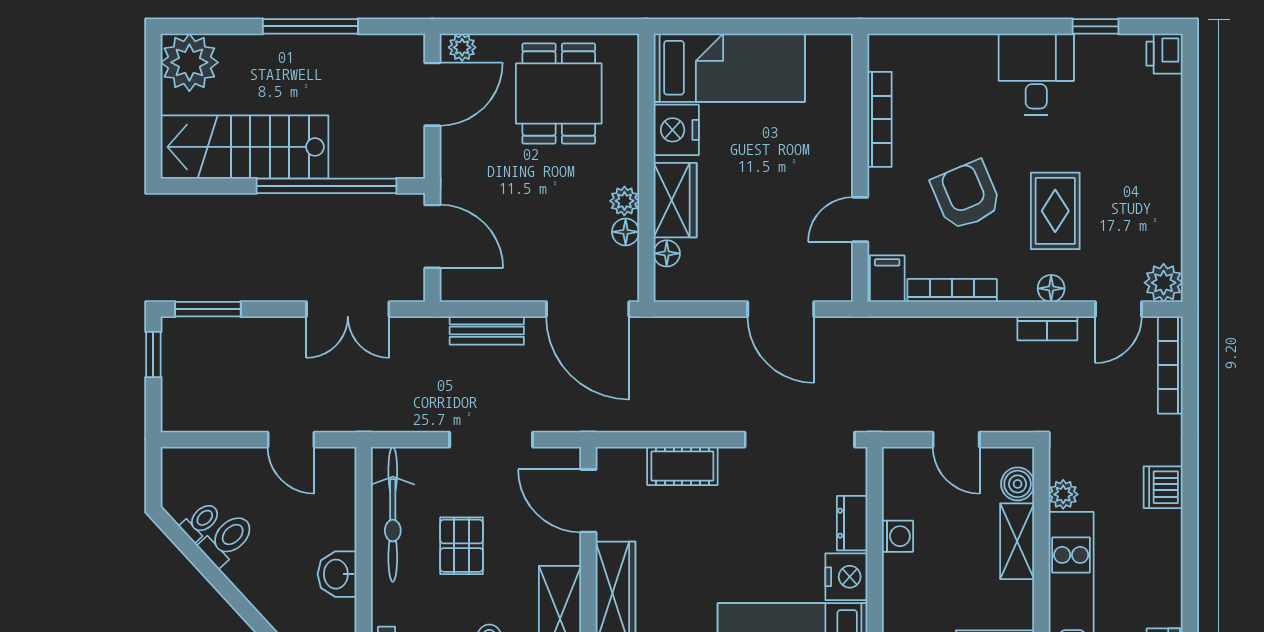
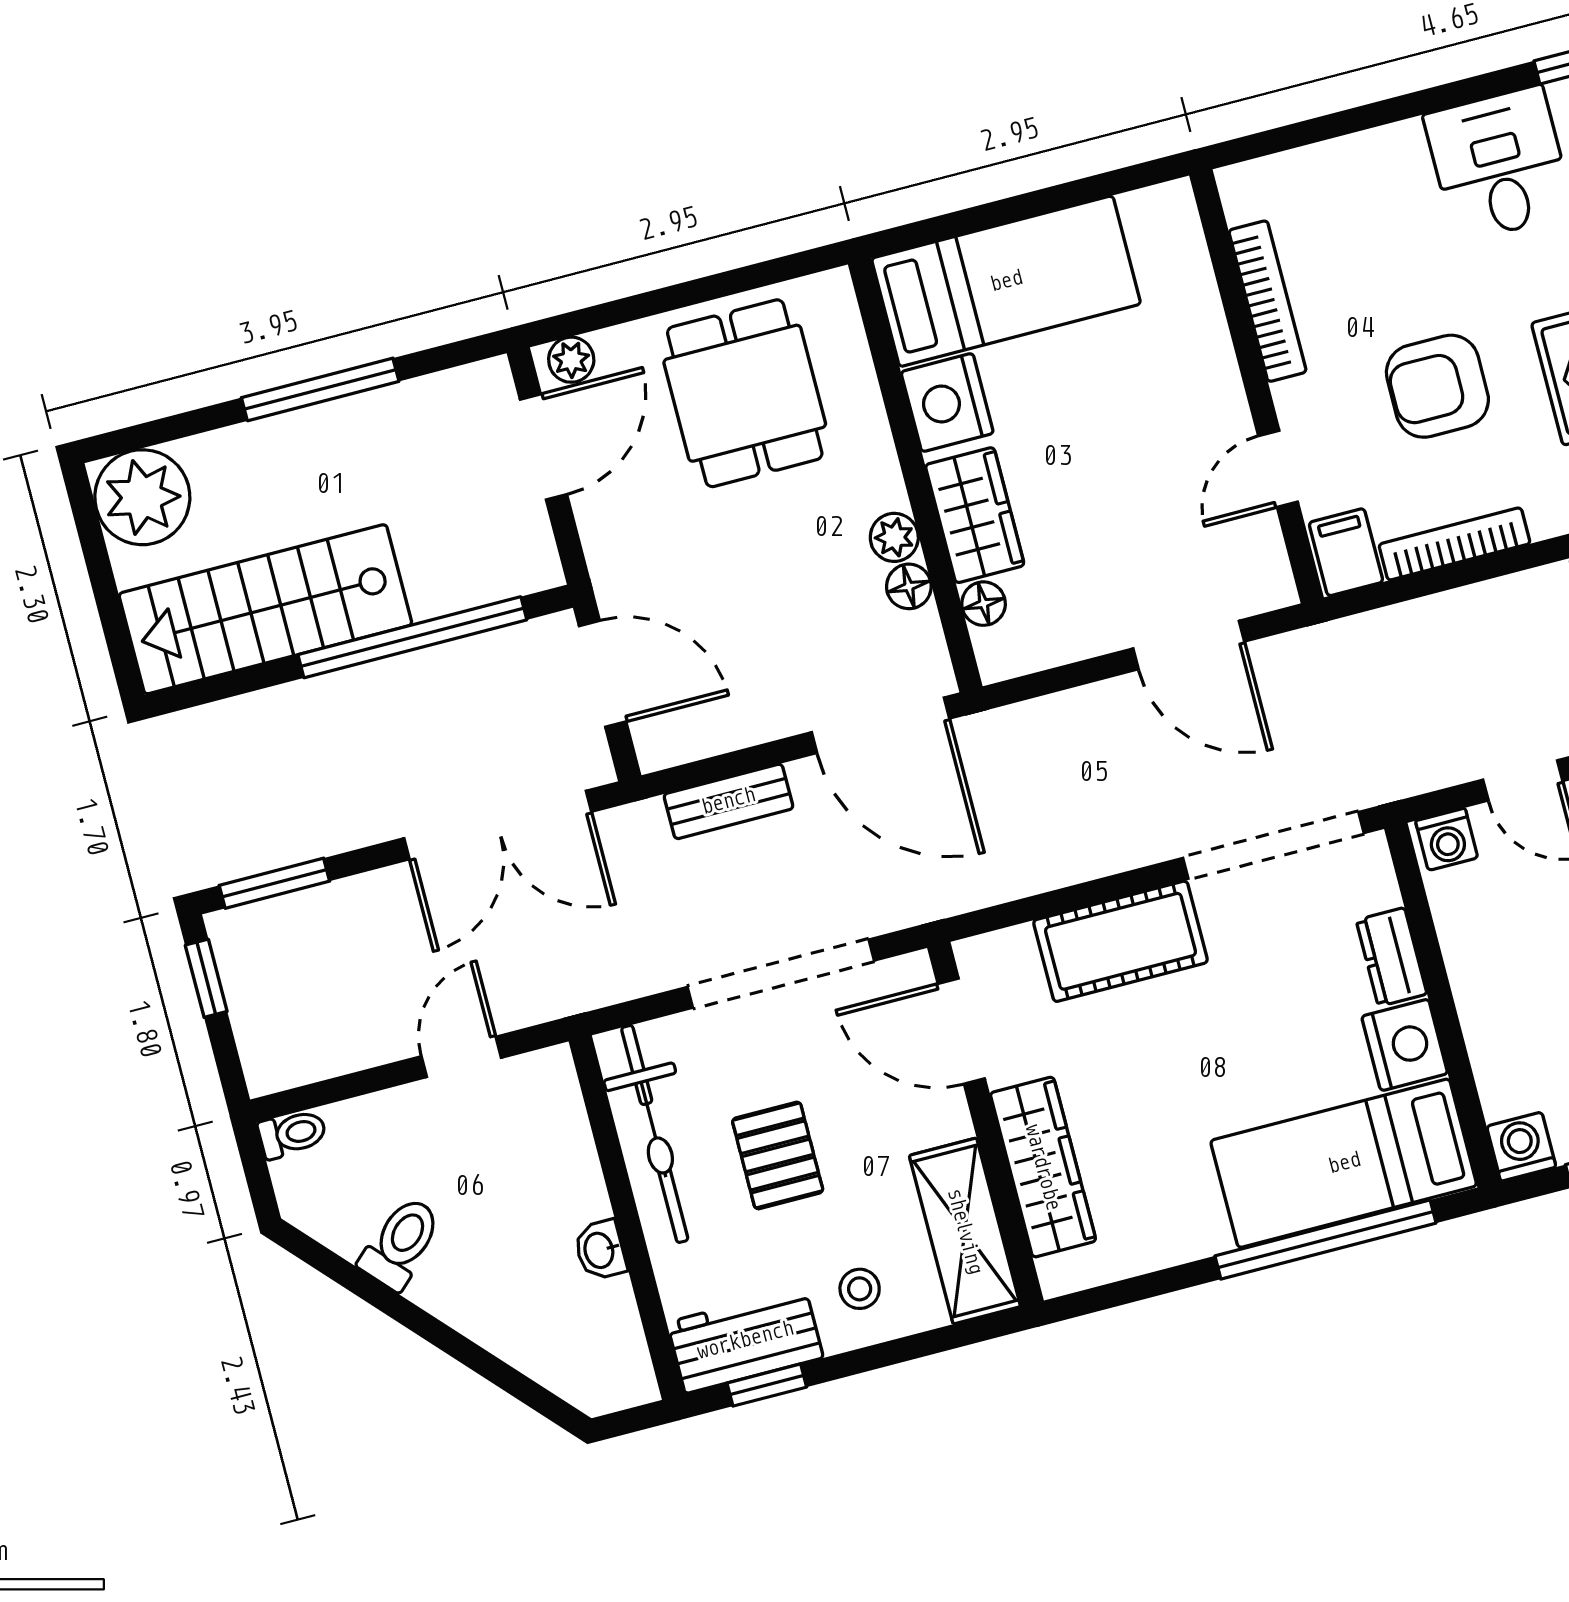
armchair: (966, 195) -> (1437, 386), turned -67
double door: (348, 309) -> (498, 825), width x1.37
door: (291, 440) -> (461, 1057), swing flipped
doorway: (491, 440) -> (781, 974), width x1.36
cot: (682, 466) -> (1121, 941), width x1.37, depth x1.34
toilet: (201, 522) -> (292, 1134), moved, turned 43
washing machine: (897, 536) -> (1447, 839), moved, turned 90
washbasin: (337, 574) -> (600, 1250), width x0.72, depth x0.69

